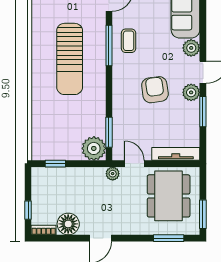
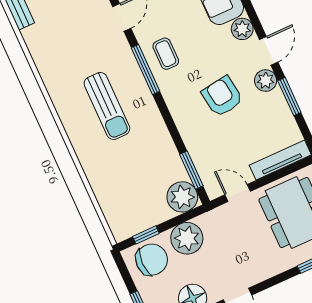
sun lounger: (70, 59) -> (107, 106), width x0.73, depth x0.75
plant: (113, 174) -> (187, 238), moved, width x1.87, depth x1.87
chair: (51, 183) -> (152, 260), added

